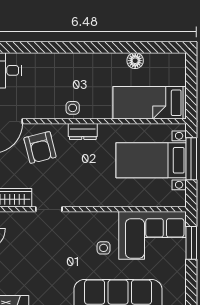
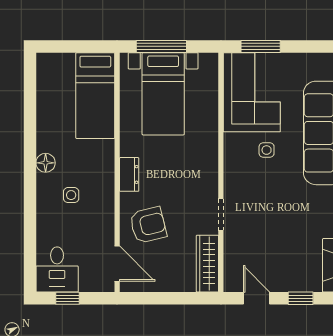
floor lamp: (135, 61) -> (46, 163), moved
side table: (73, 108) -> (71, 195), moved

